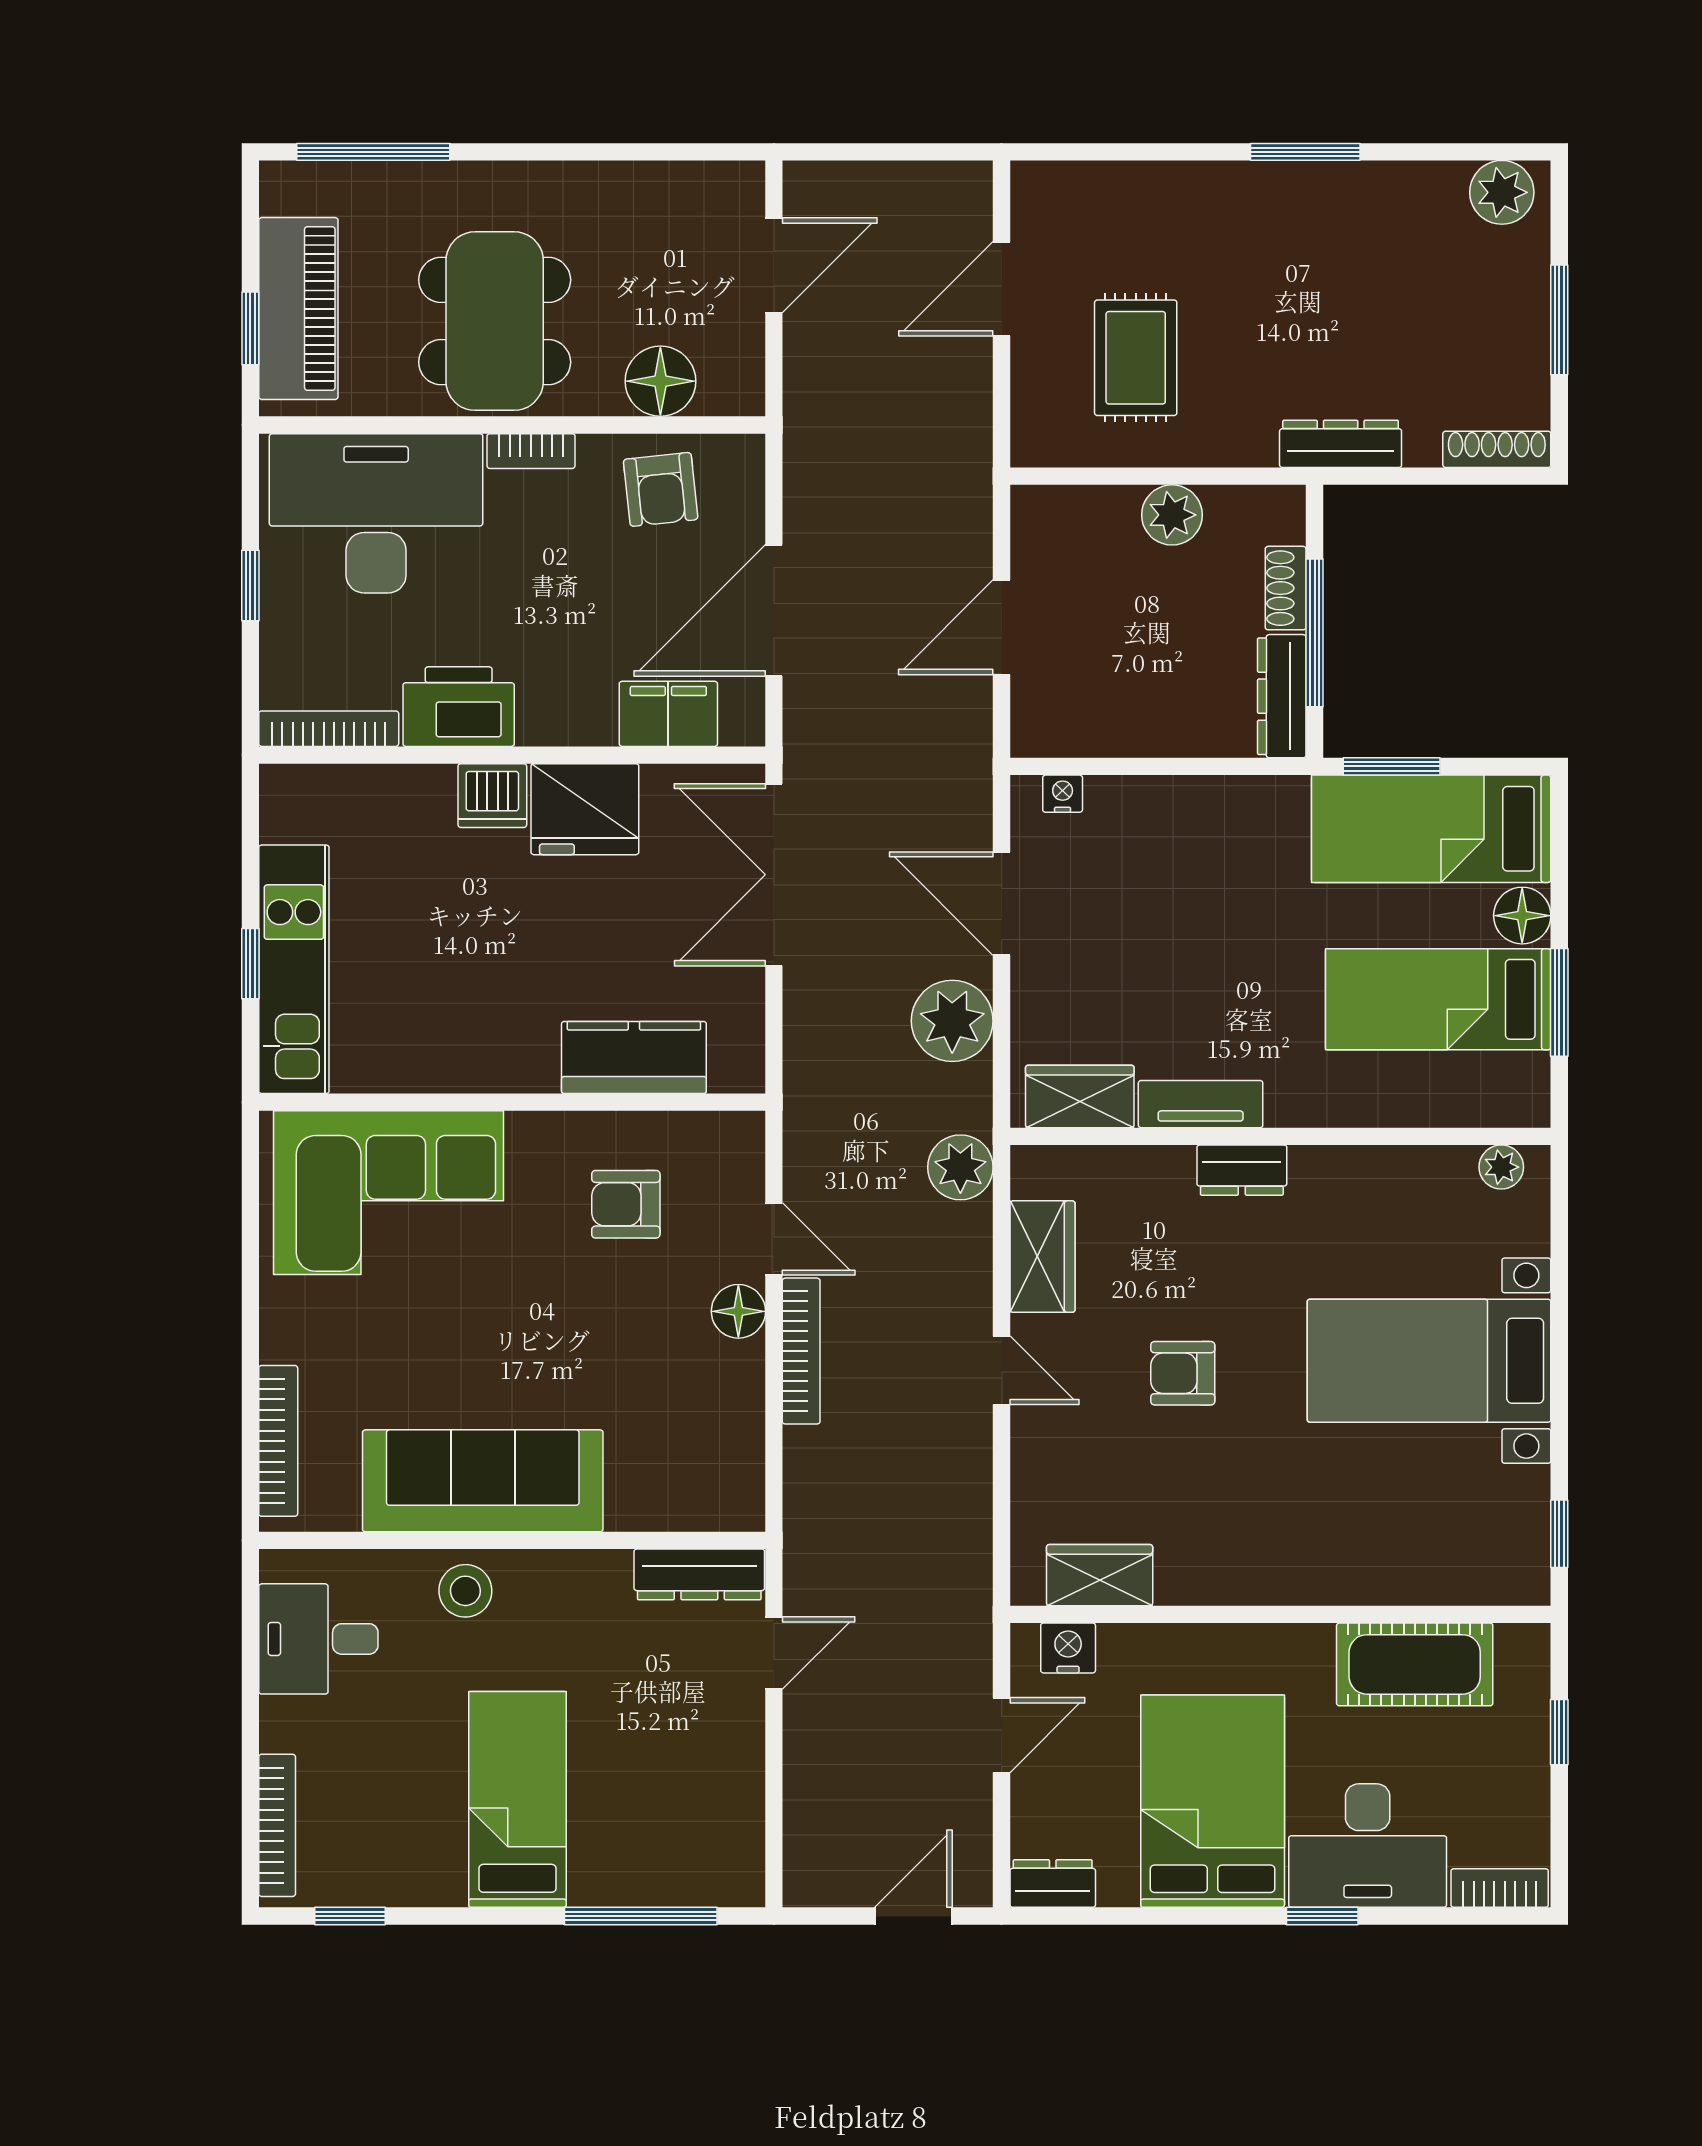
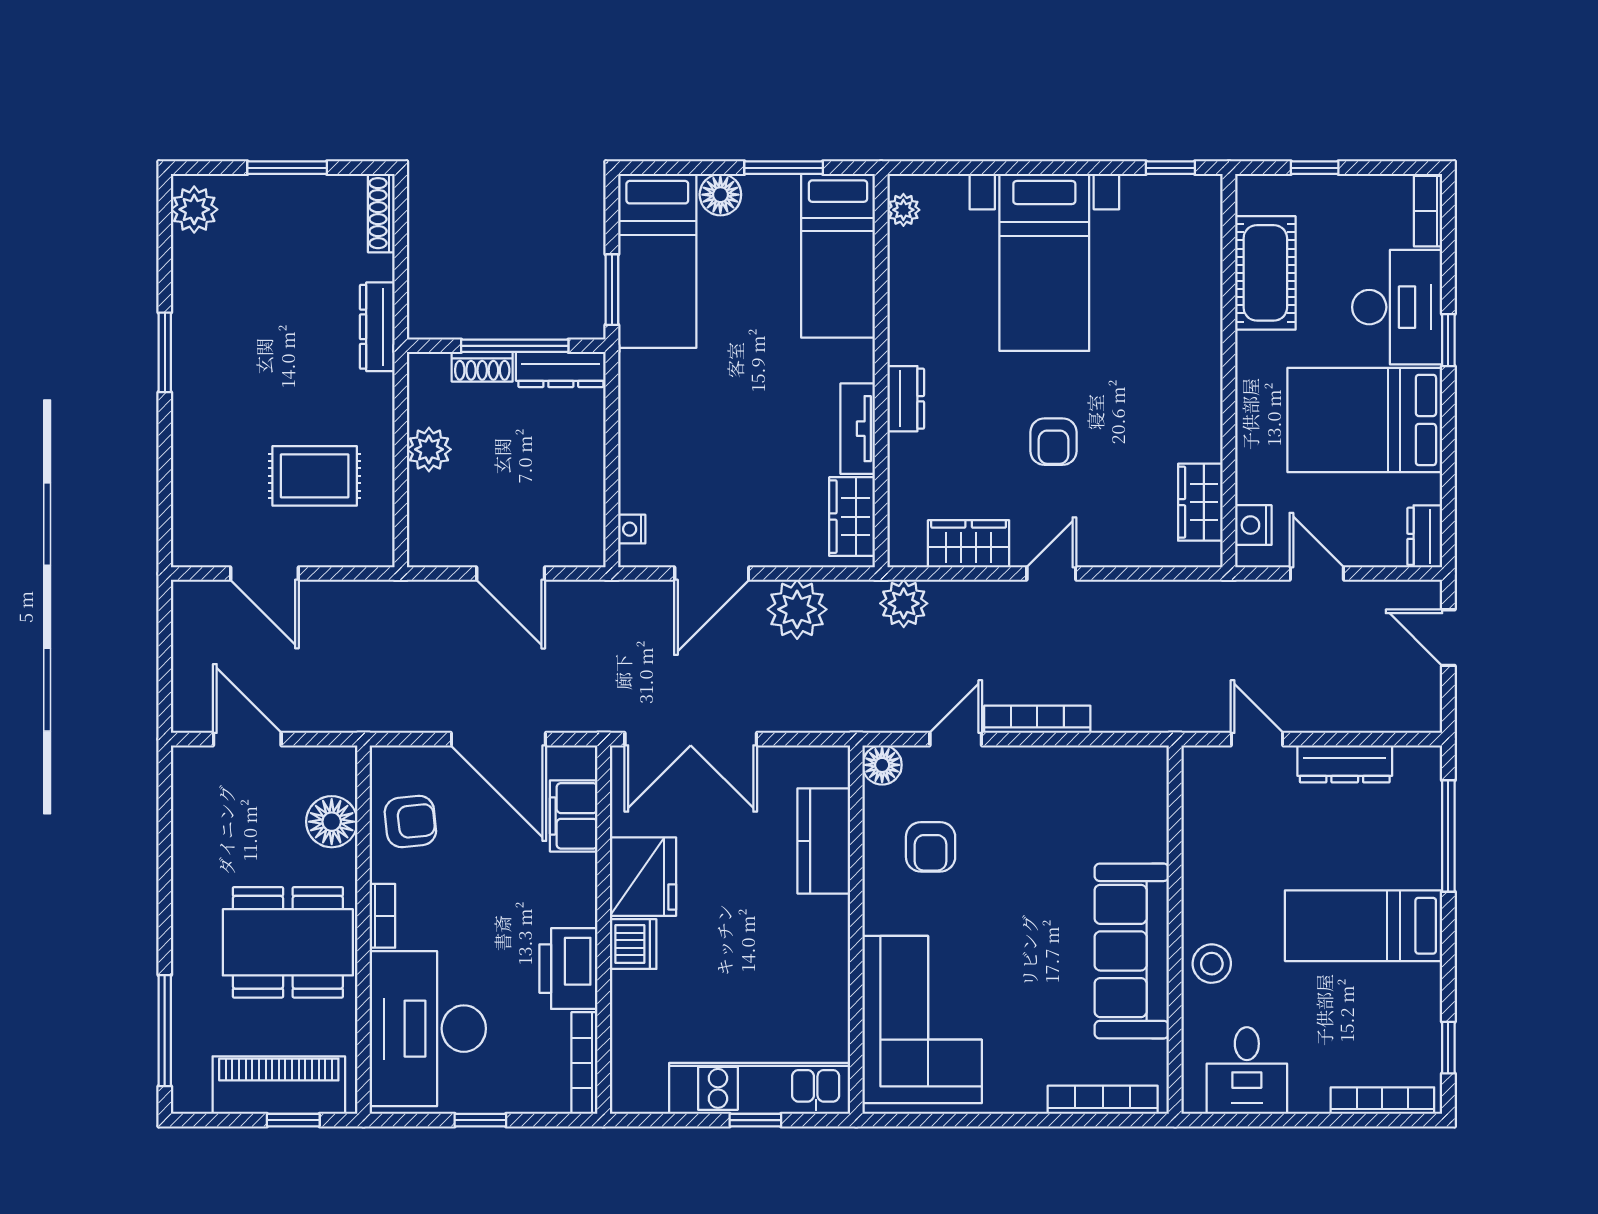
bed: (1438, 999) -> (838, 256), moved
floor lamp: (738, 1311) -> (882, 765), moved
dresser: (699, 1574) -> (1345, 764), moved, turned 90

